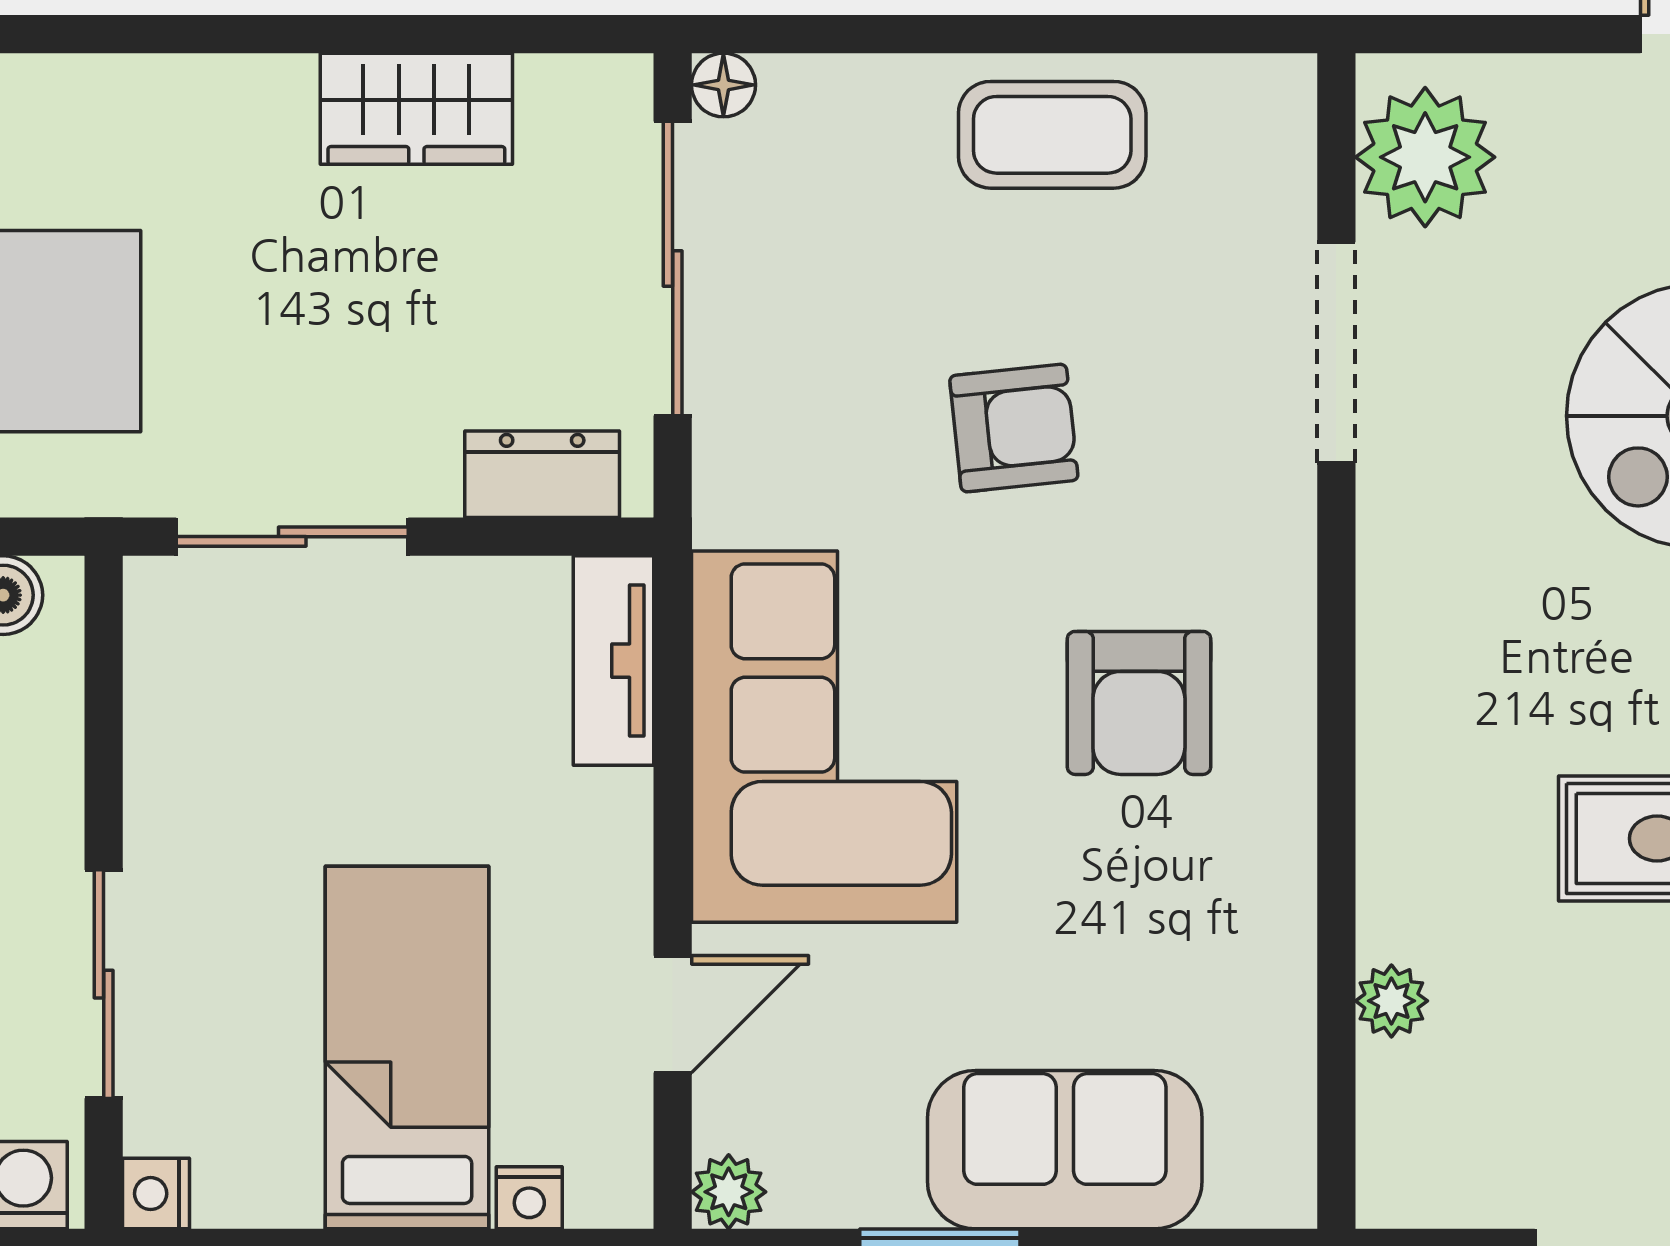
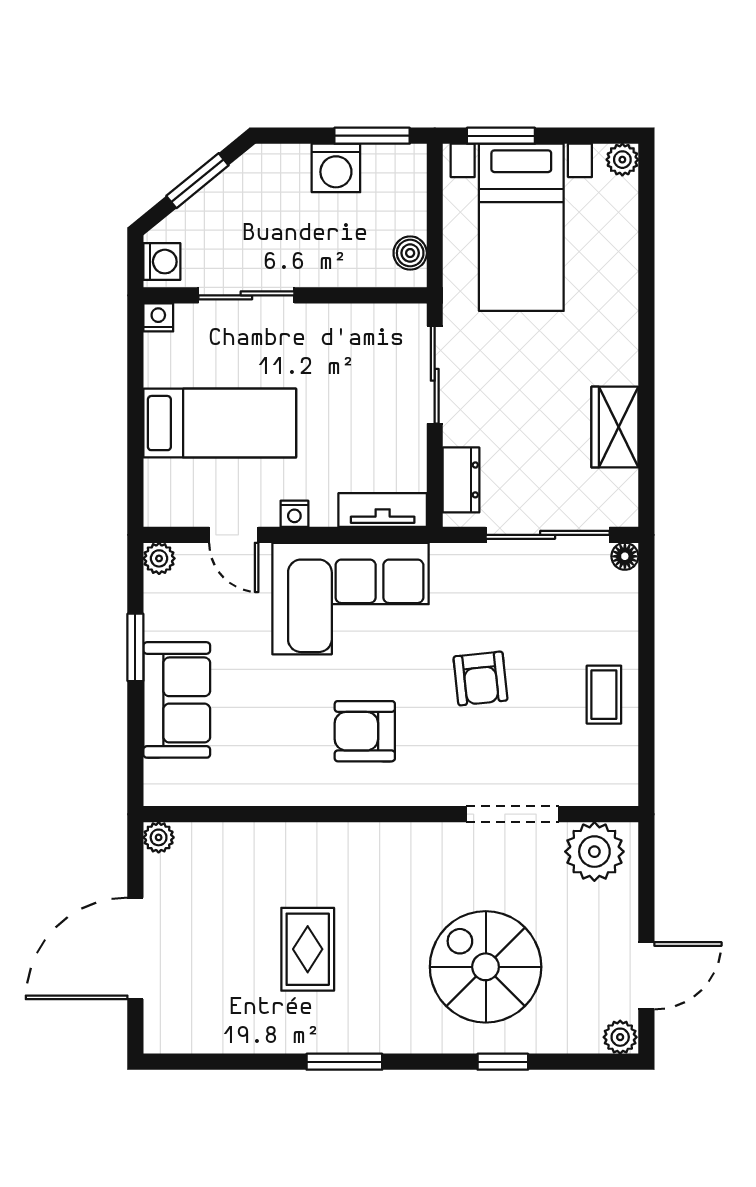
coffee table: (1052, 135) -> (604, 695), width x0.73, depth x0.77
plant: (1391, 1001) -> (159, 837), moved
nightstand: (529, 1198) -> (294, 514), moved, turned -90

